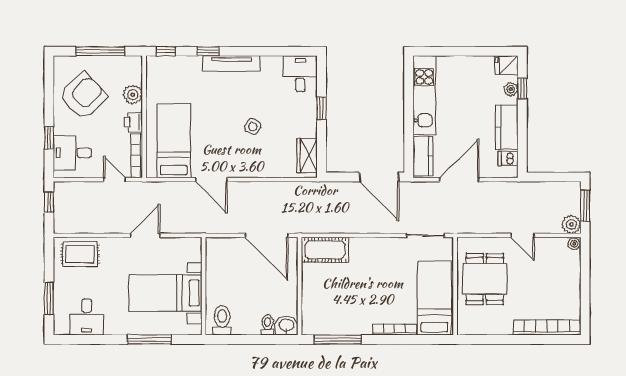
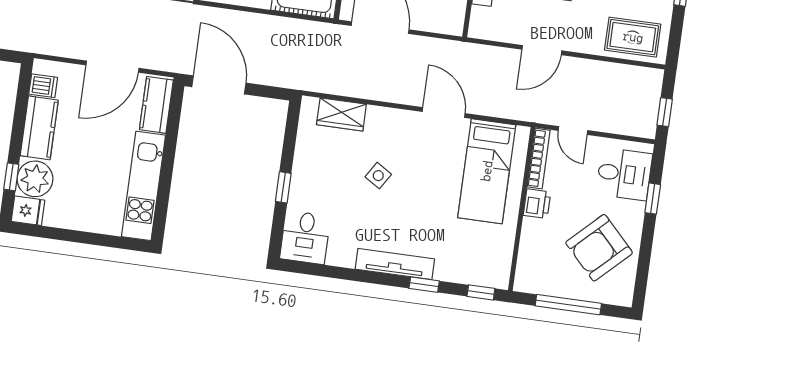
plant: (511, 89) -> (35, 179), width x1.87, depth x1.87
plant: (133, 95) -> (533, 241), removed
wardrobe: (307, 155) -> (341, 114), moved, turned 90

